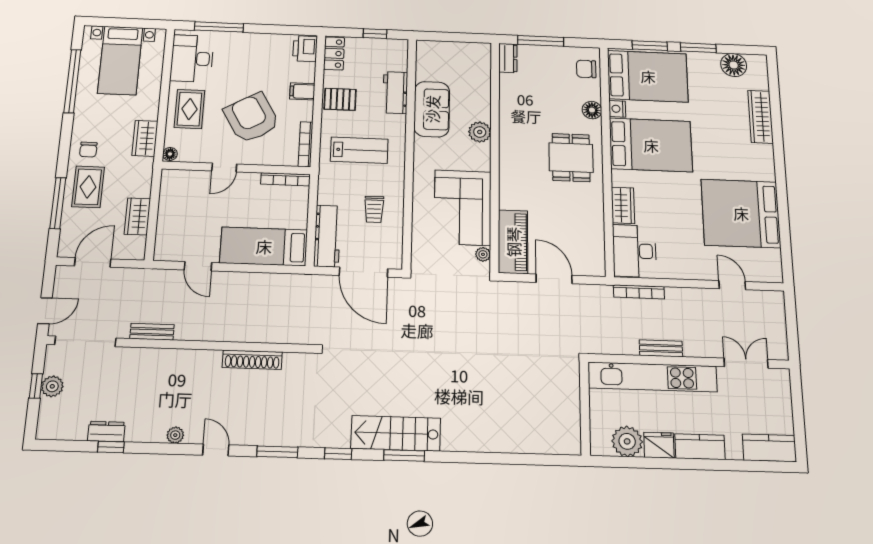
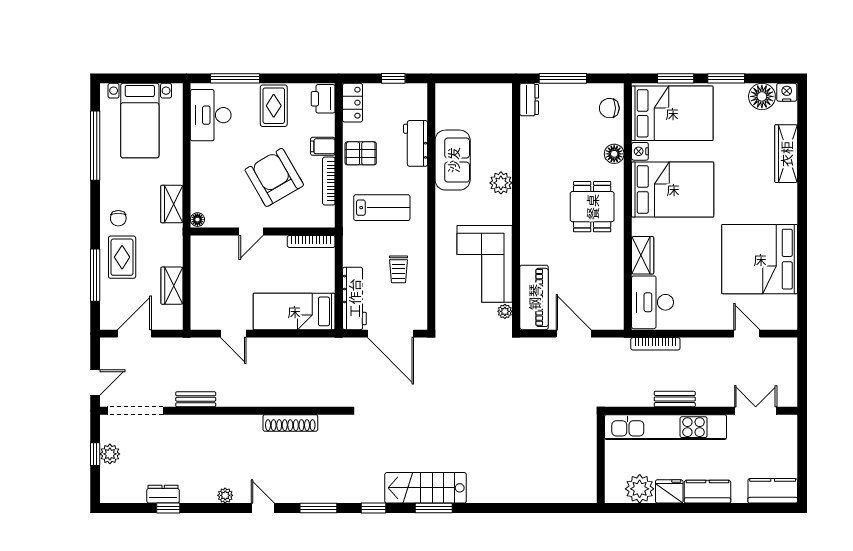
nightstand: (757, 62) -> (787, 92), added
rug: (189, 109) -> (274, 106), moved
bookcase: (306, 144) -> (329, 181), moved

